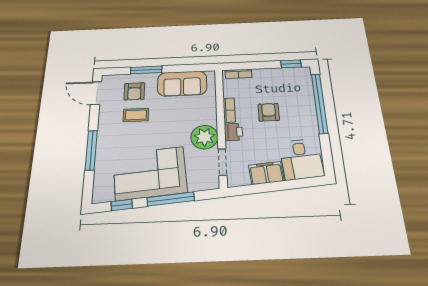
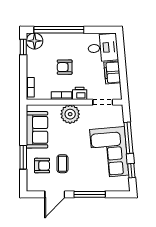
floor lamp: (300, 76) -> (35, 41), added
door: (96, 93) -> (55, 194), moved
plant: (204, 137) -> (70, 114), moved

